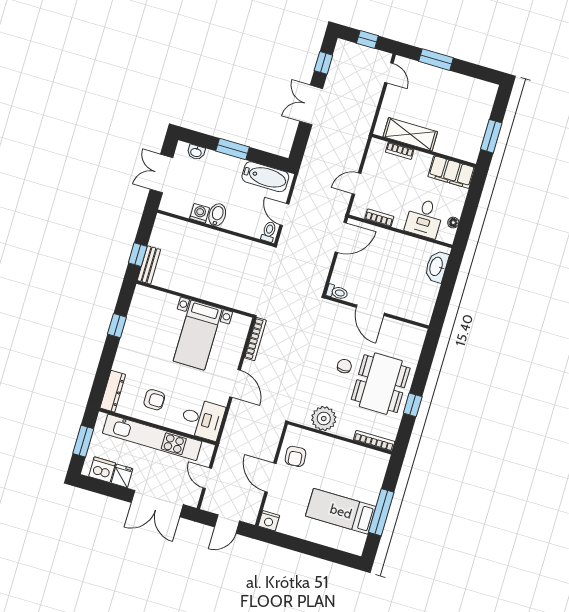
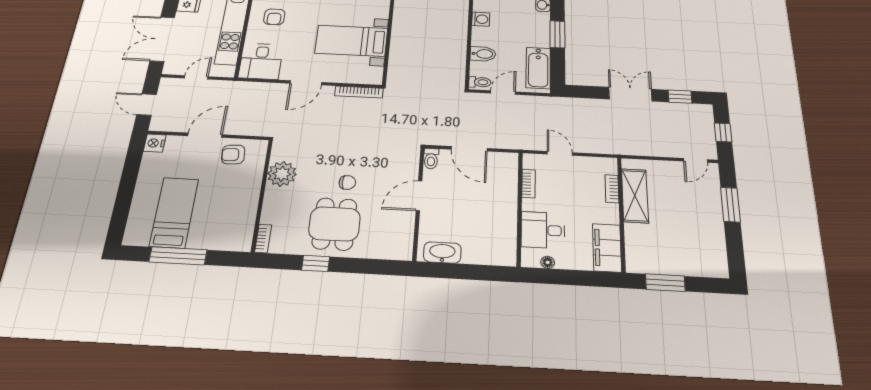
bidet: (217, 215) -> (483, 54), moved
door: (341, 237) -> (469, 149), moved
washbasin: (437, 267) -> (442, 253), moved
dining table: (381, 384) -> (334, 224), width x0.73
bookcase: (374, 441) -> (263, 239), width x0.64

